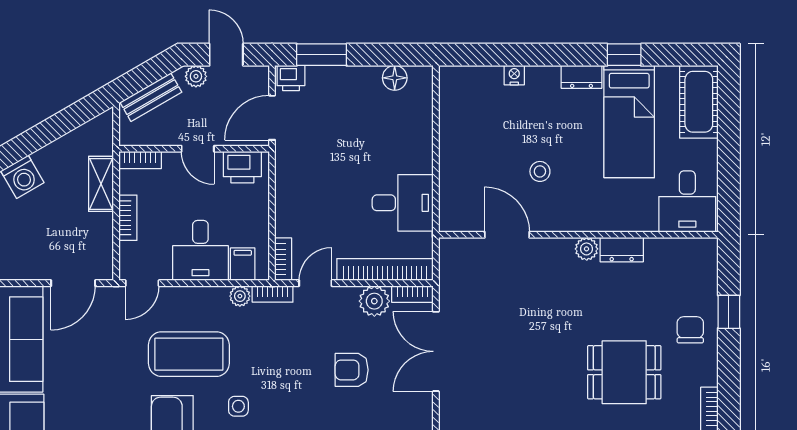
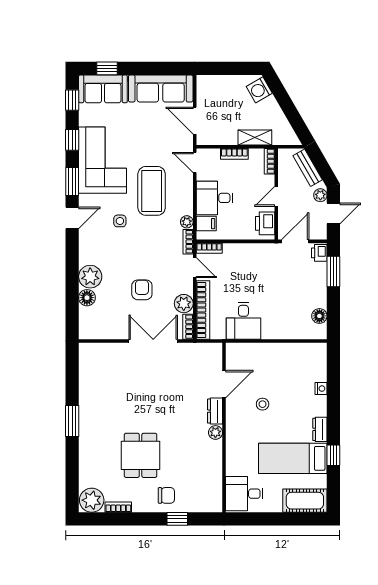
door: (272, 118) -> (295, 241), hinge flipped
dresser: (622, 250) -> (215, 411), moved

